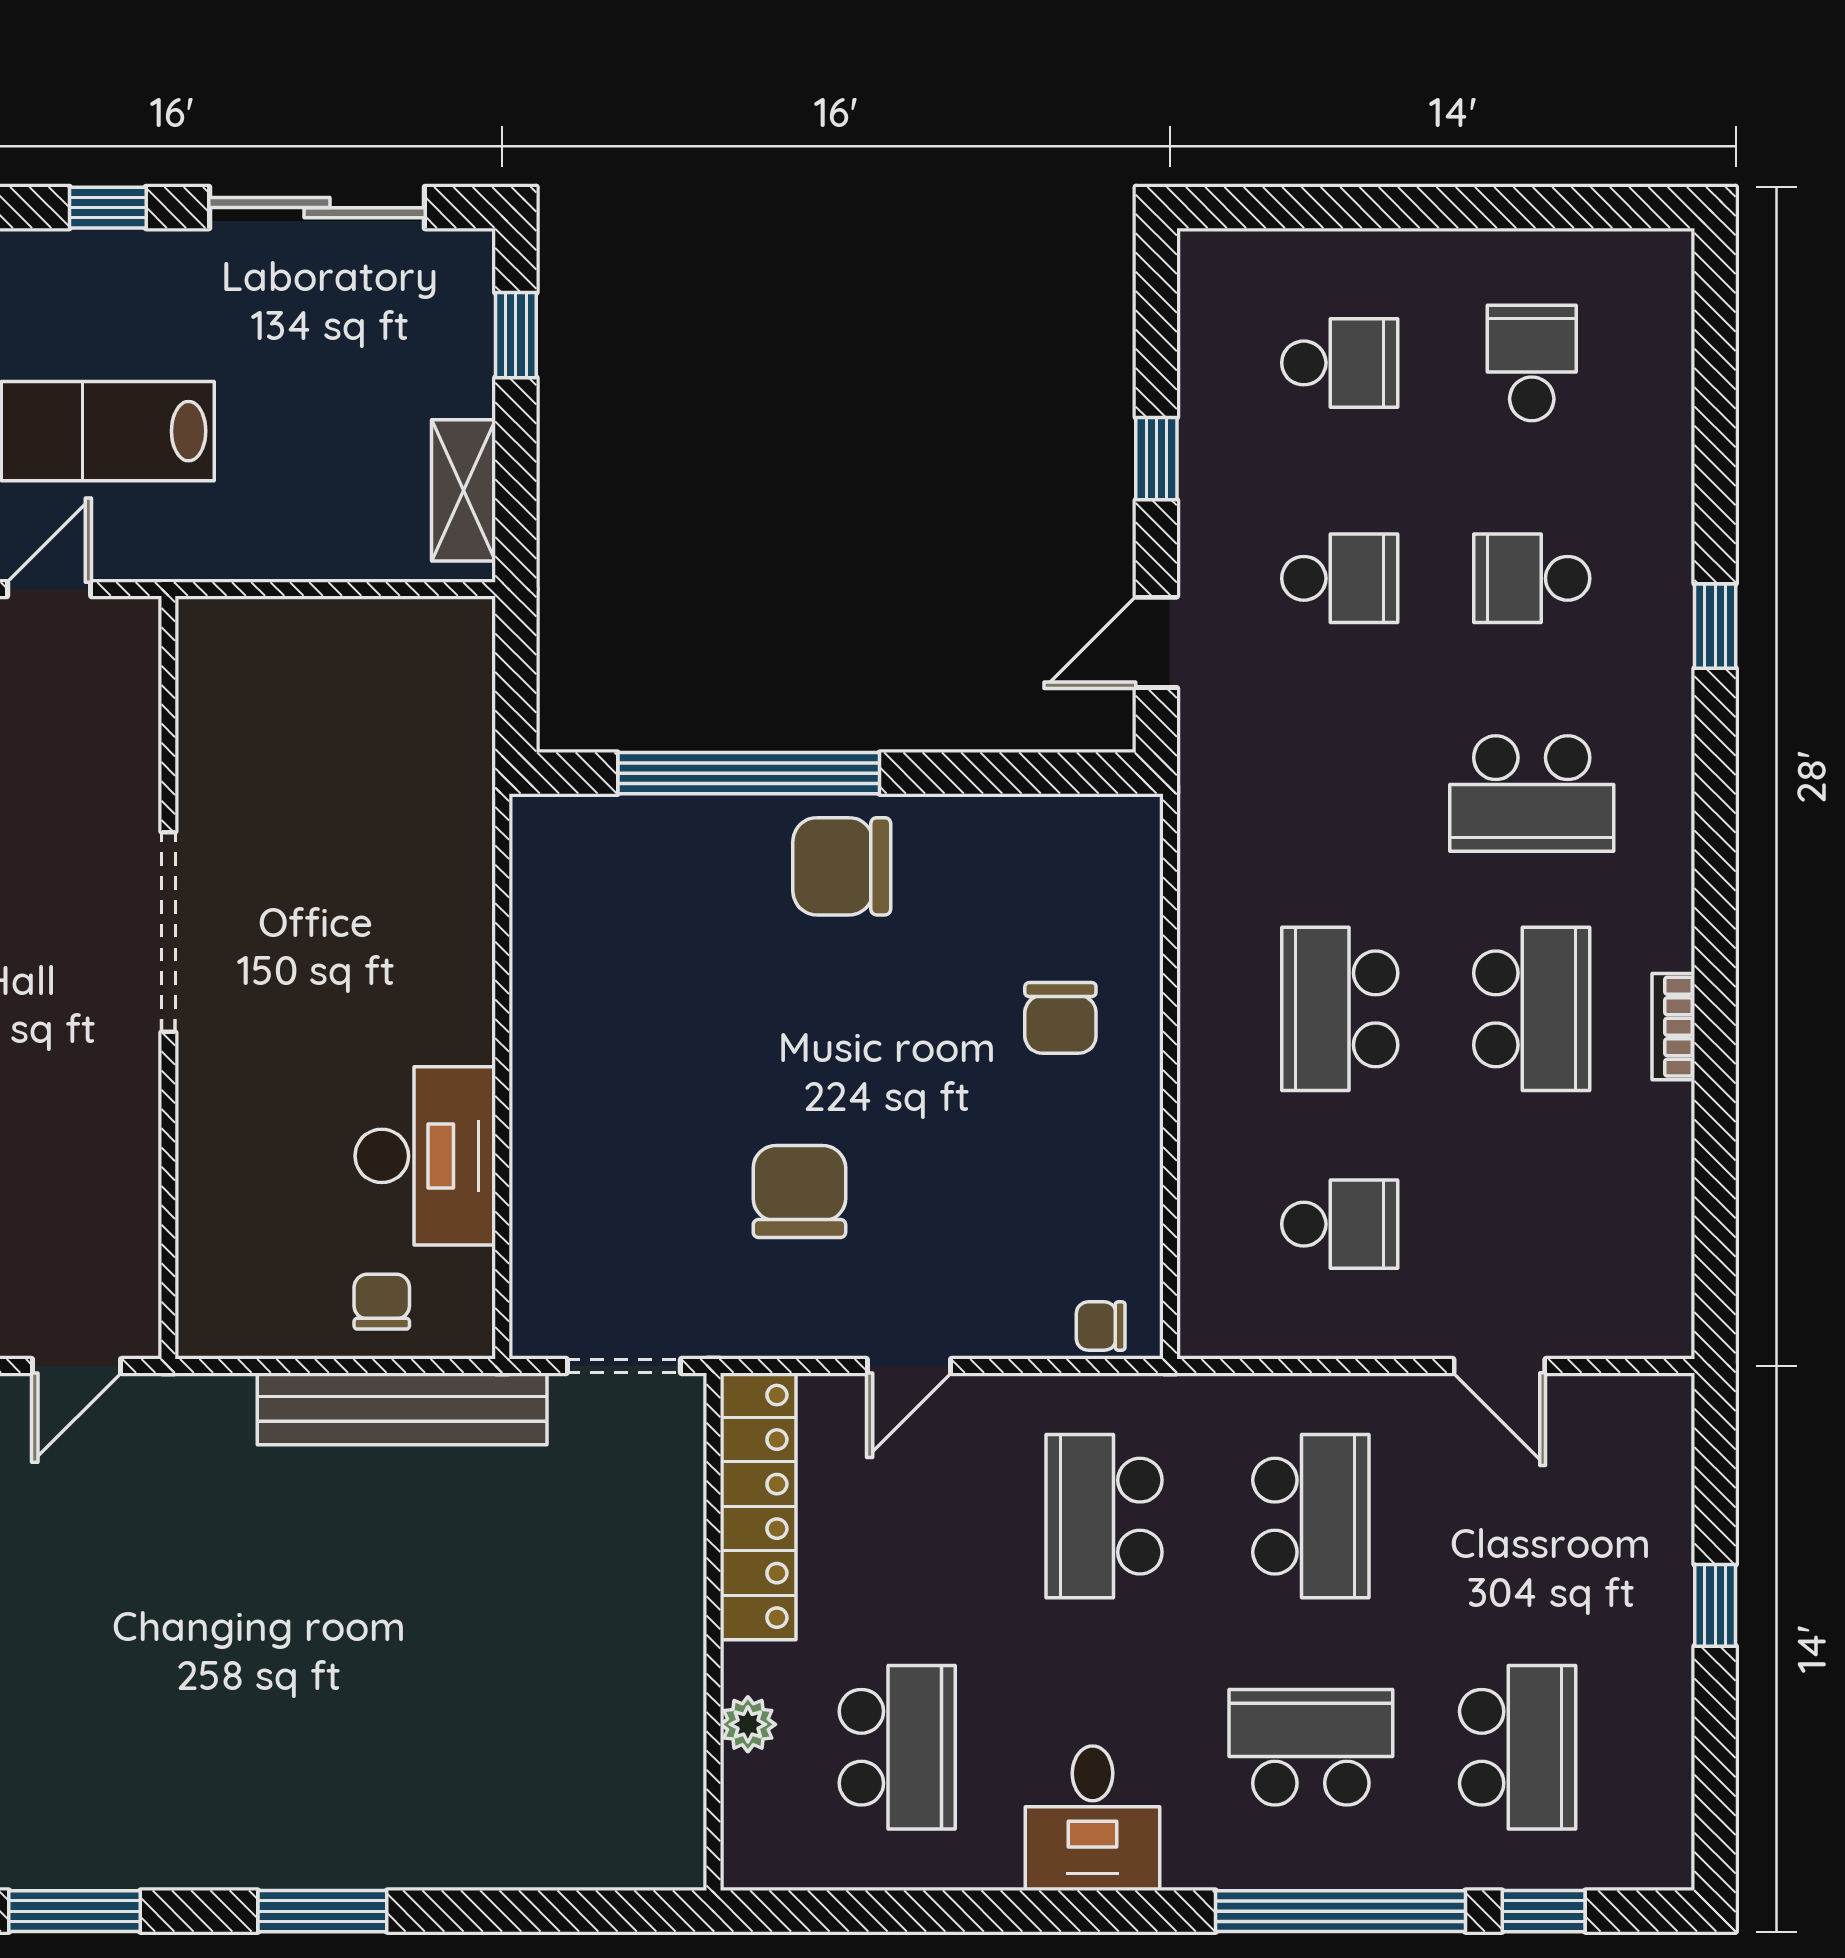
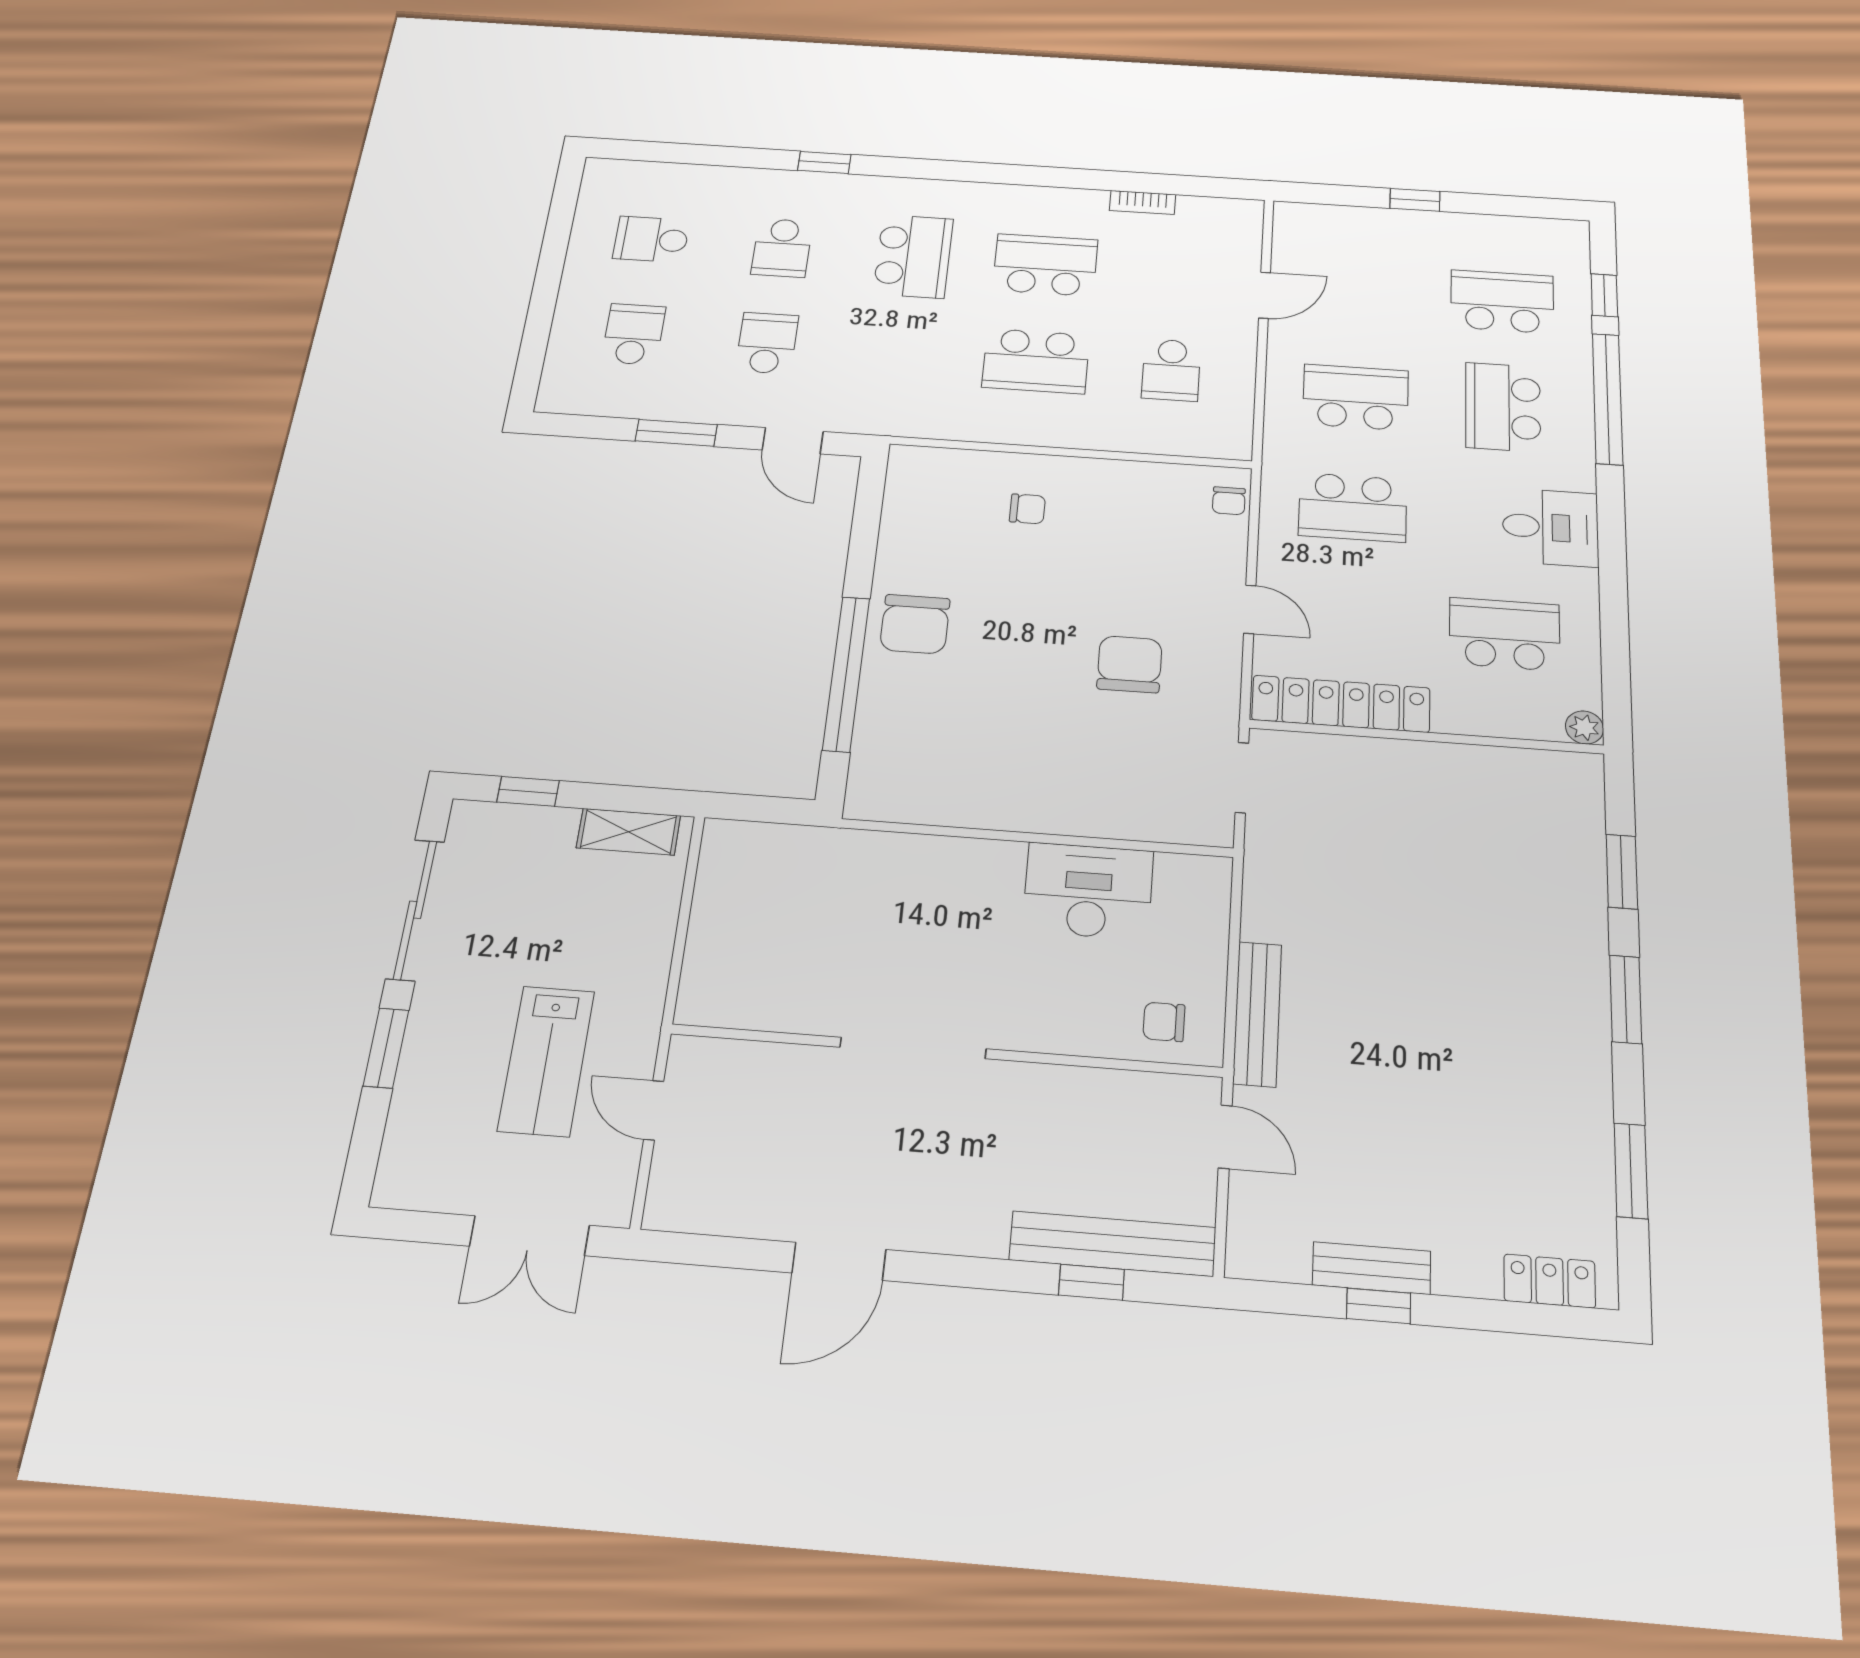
window: (108, 208) -> (386, 1048), width x1.50
window: (1156, 459) -> (676, 433), width x1.50
chair: (1060, 1018) -> (1027, 509), width x0.73, depth x0.73
bookcase: (1673, 1027) -> (1143, 202), moved
chair: (799, 1192) -> (1130, 664), turned 90
school desk: (1340, 1224) -> (1171, 370), turned 180
chair: (382, 1302) -> (1164, 1022), moved
bench: (402, 1409) -> (1257, 1014), moved, width x0.73, depth x0.82
plant: (748, 1724) -> (1584, 727), moved
window: (518, 1911) -> (1622, 872), added

